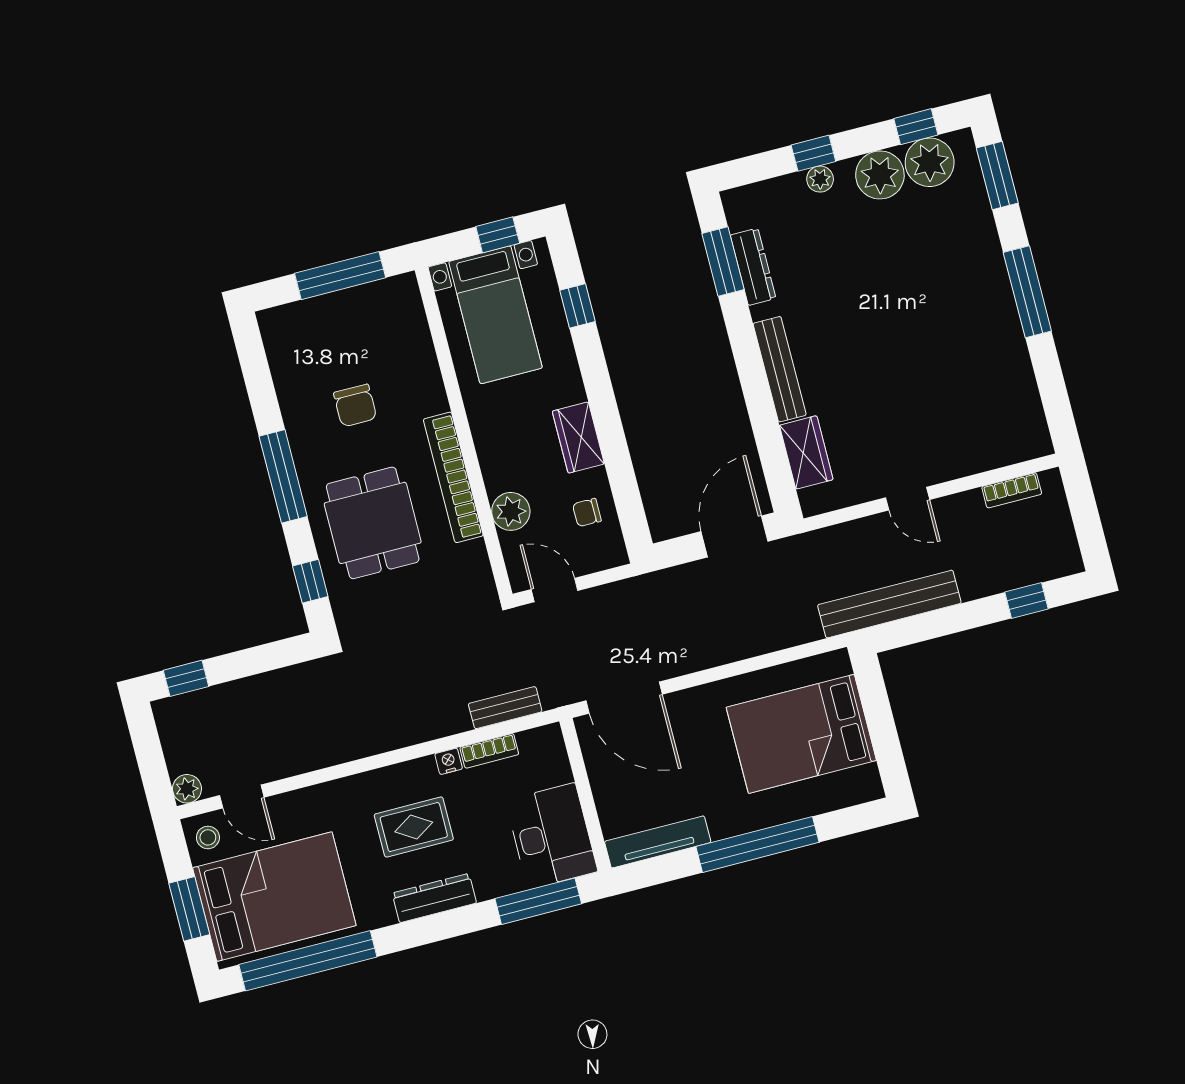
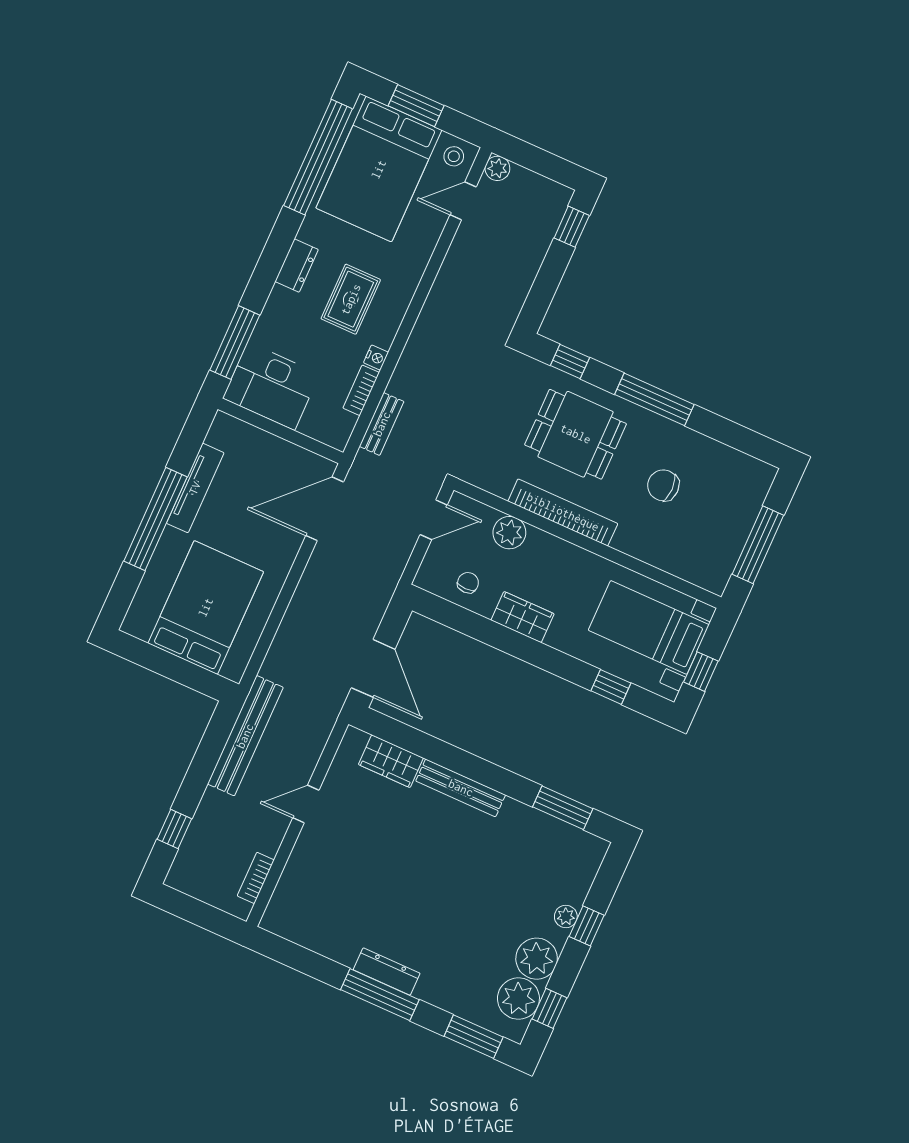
dresser: (753, 267) -> (387, 972), moved, turned 180
tv unit: (658, 842) -> (195, 488), moved
dresser: (434, 898) -> (297, 266), width x0.70

